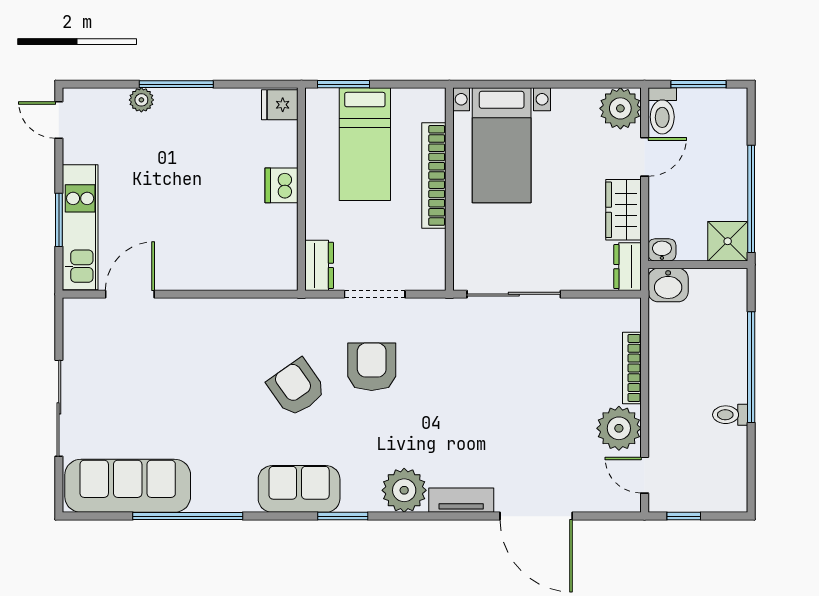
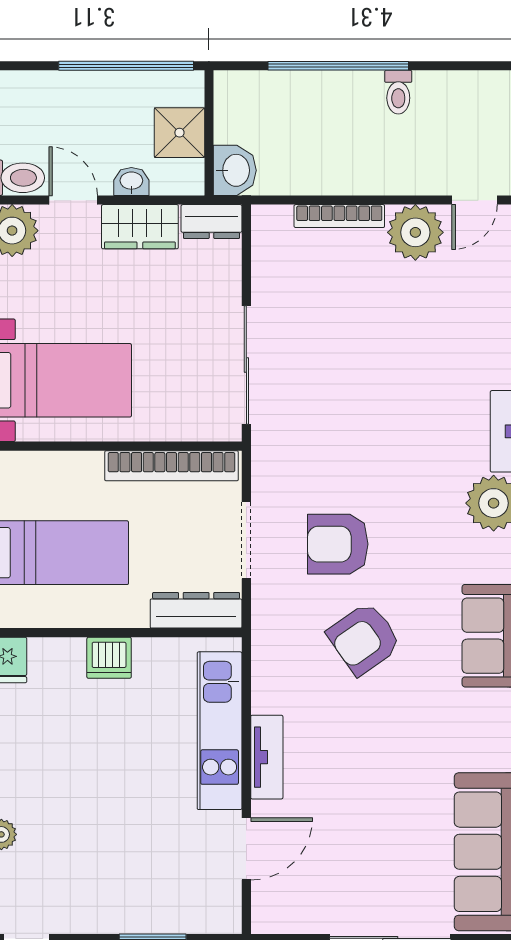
bookcase: (434, 175) -> (172, 466), moved
kitchen unit: (80, 227) -> (220, 731), moved, turned -90
shower: (728, 241) -> (179, 133), moved
washbasin: (662, 250) -> (131, 181), moved, turned 90
dresser: (319, 265) -> (196, 610), width x1.44
door: (130, 294) -> (246, 849), swing flipped
tv unit: (203, 310) -> (267, 757), added

